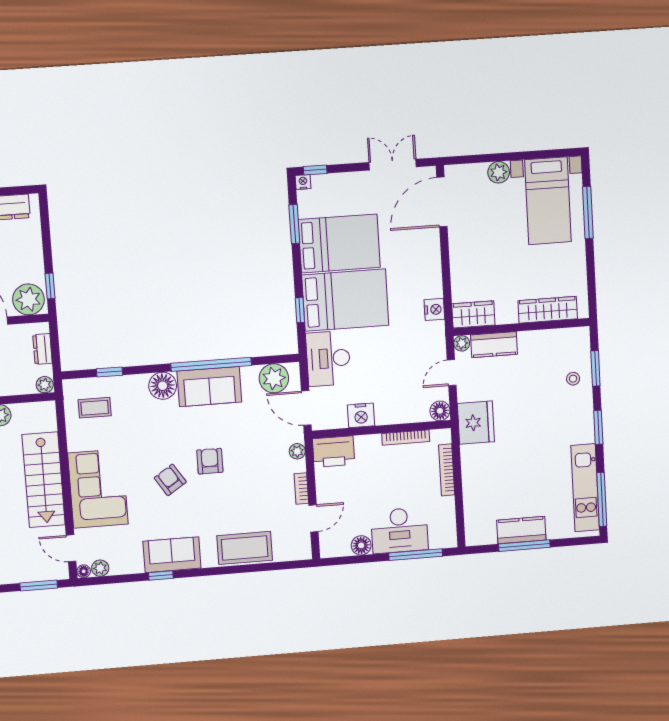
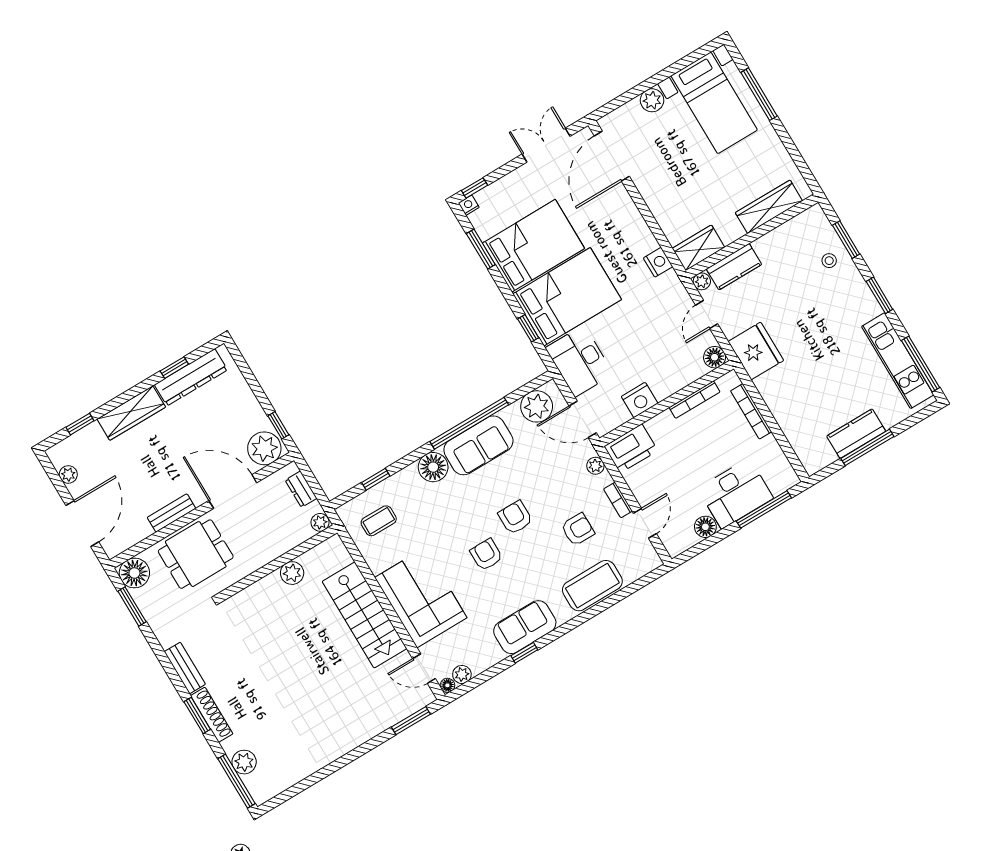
armchair: (170, 480) -> (486, 555), turned 33
armchair: (256, 496) -> (578, 529), added

